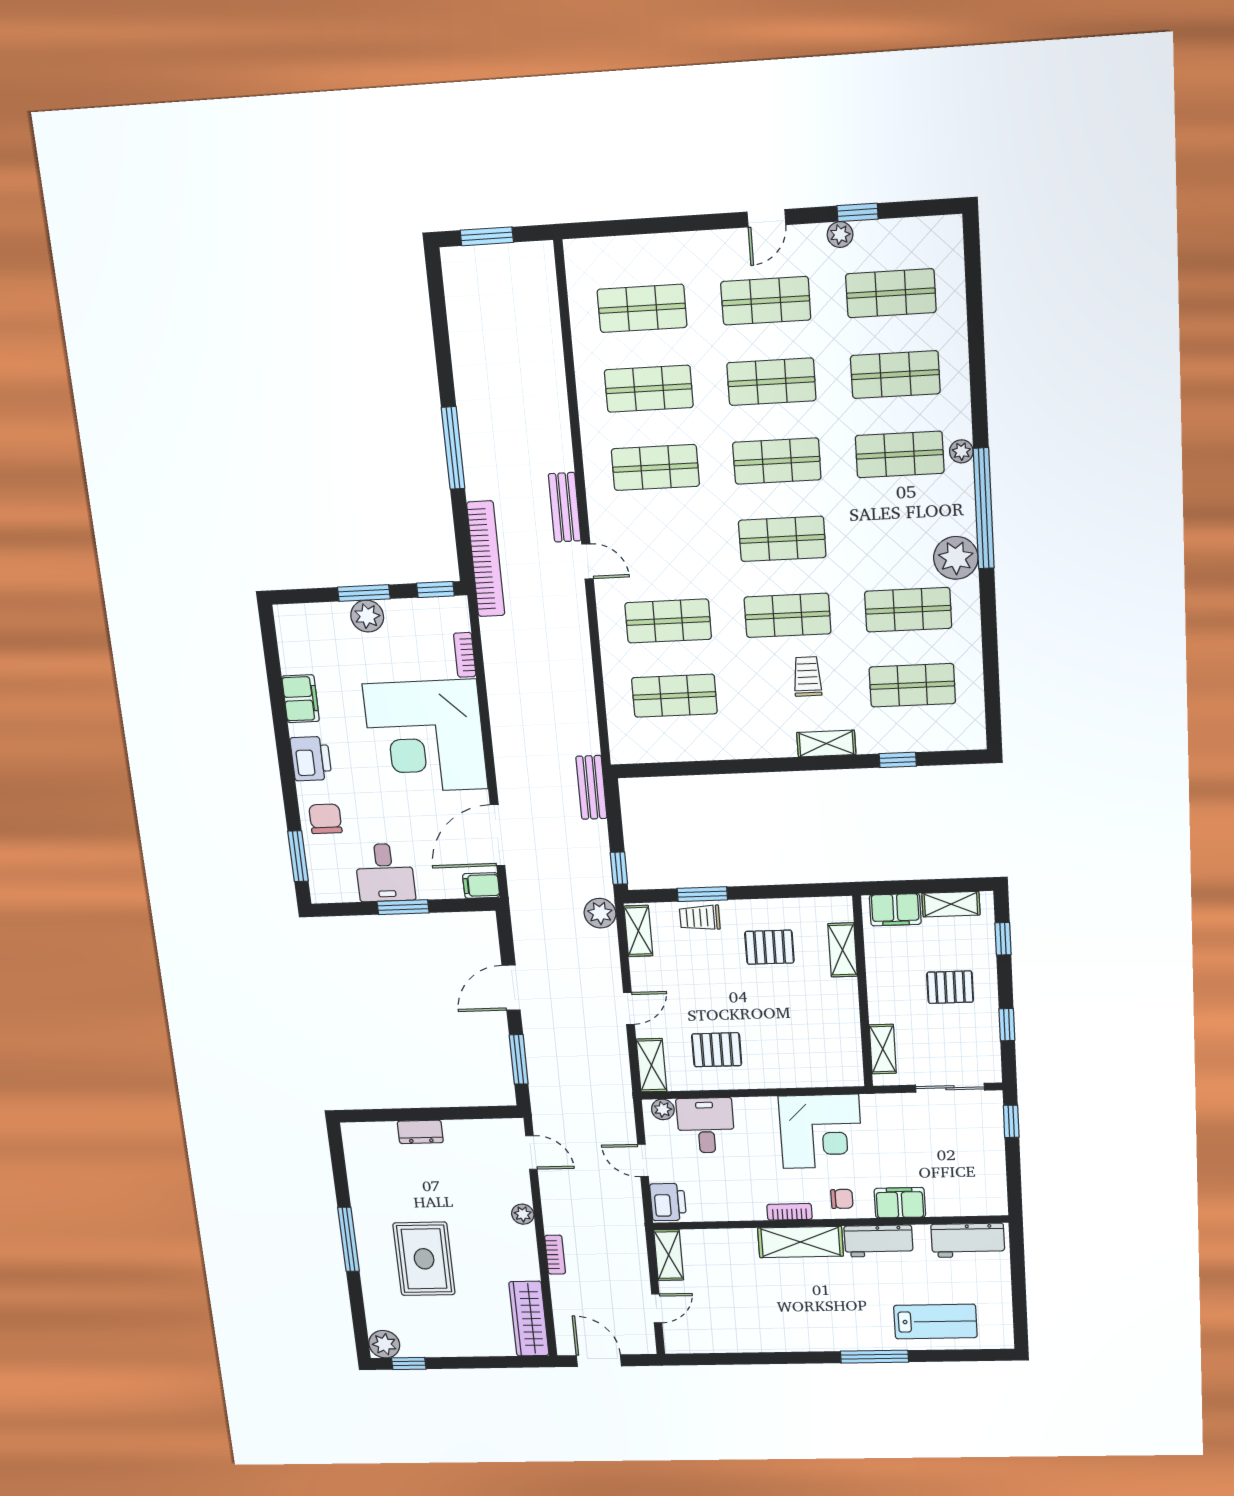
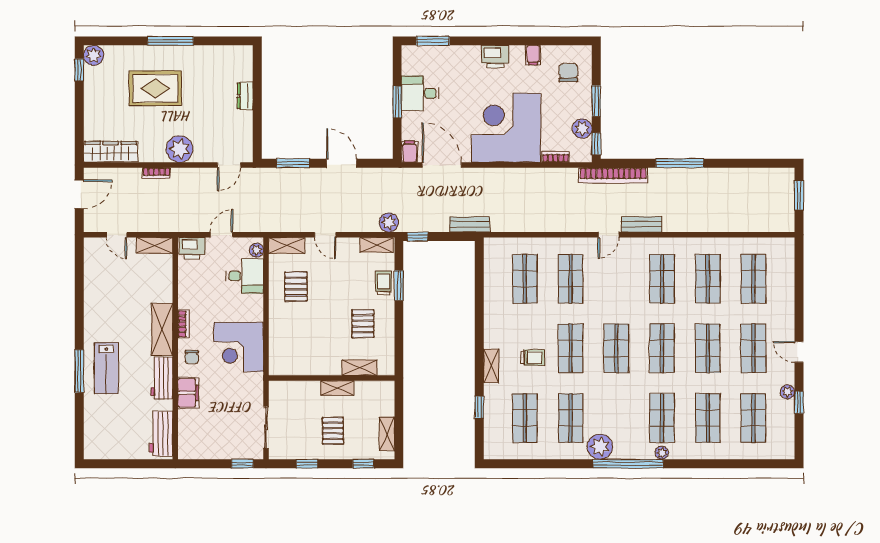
plant: (367, 616) -> (582, 128), moved
filing cabinet: (301, 699) -> (533, 55), width x0.50
chair: (325, 819) -> (568, 73), moved, turned -90
filing cabinet: (895, 910) -> (385, 401), removed
shelving: (883, 1049) -> (337, 388), moved
plant: (523, 1214) -> (180, 149), width x1.88, depth x1.88
lab bench: (935, 1322) -> (106, 368), moved

